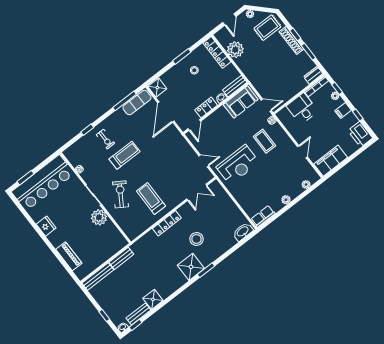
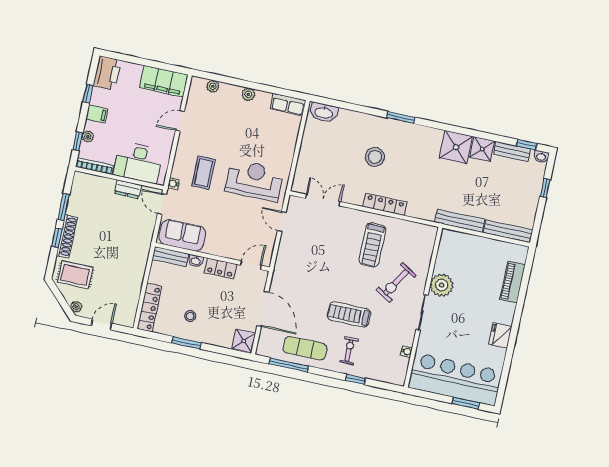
plant: (235, 50) -> (129, 290), removed
dresser: (313, 75) -> (128, 189), moved
exercise mat: (137, 103) -> (305, 348), moved
desk: (302, 109) -> (138, 163), width x1.37
door: (166, 112) -> (263, 309), hinge flipped
bench: (121, 258) -> (460, 221), width x1.36
shower: (191, 267) -> (456, 147), moved

